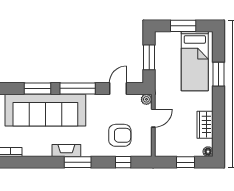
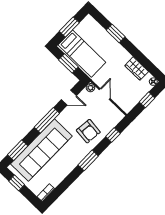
bed: (195, 61) -> (82, 54), moved
window: (38, 88) -> (18, 150), moved
door: (118, 88) -> (69, 98), swing flipped
armchair: (120, 135) -> (88, 131), moved, turned 96
fireplace: (66, 151) -> (75, 160), removed

